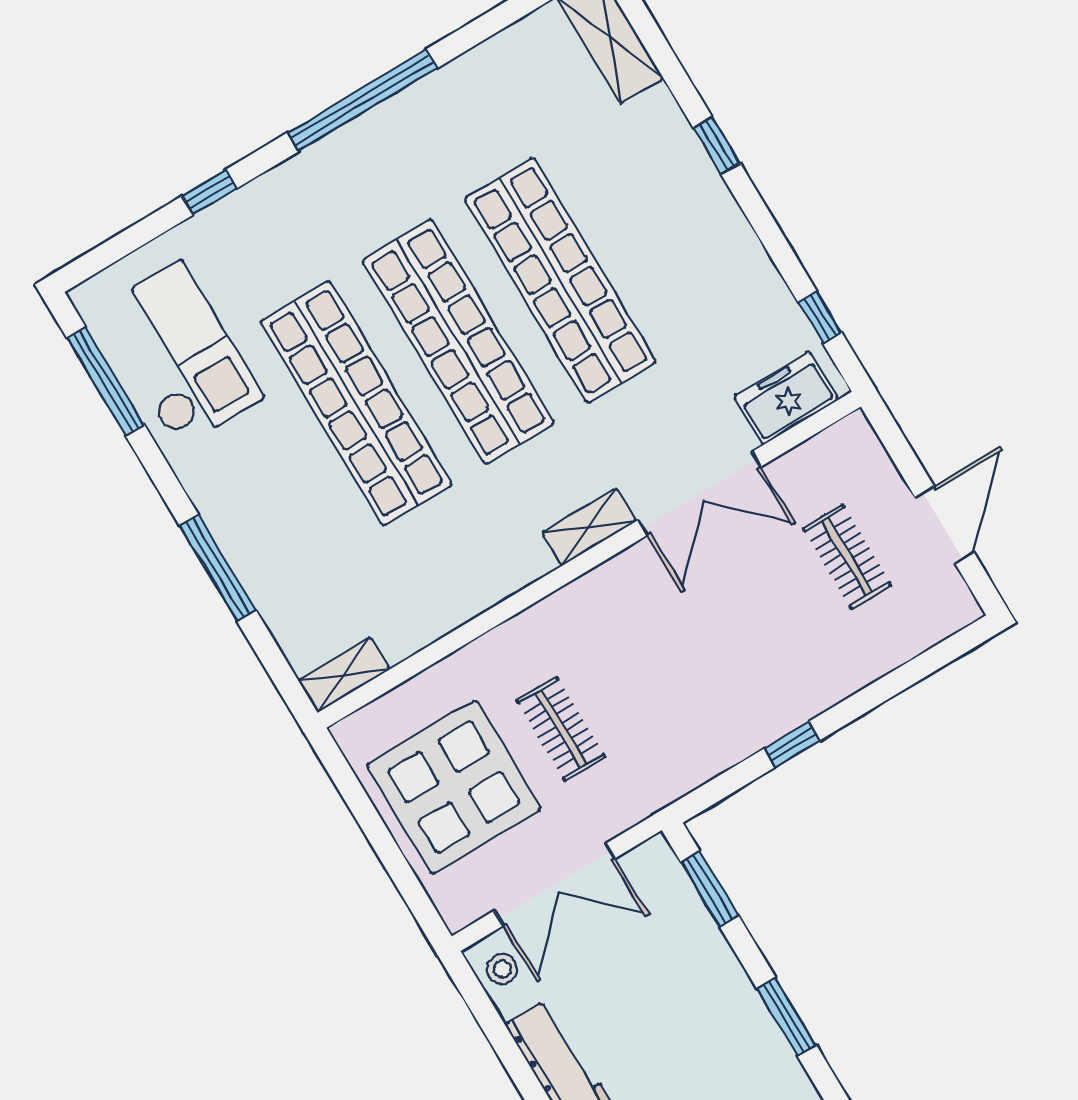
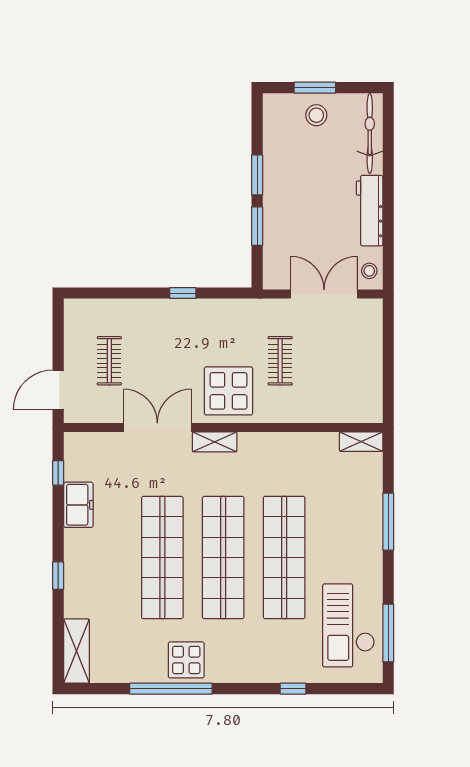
window: (362, 100) -> (171, 689), moved
display table: (417, 133) -> (186, 660), added
freezer: (786, 398) -> (78, 505), moved, turned -90
door: (945, 525) -> (58, 390), moved
display table: (454, 787) -> (228, 391), moved, width x0.73, depth x0.73
window: (710, 889) -> (257, 226), moved

